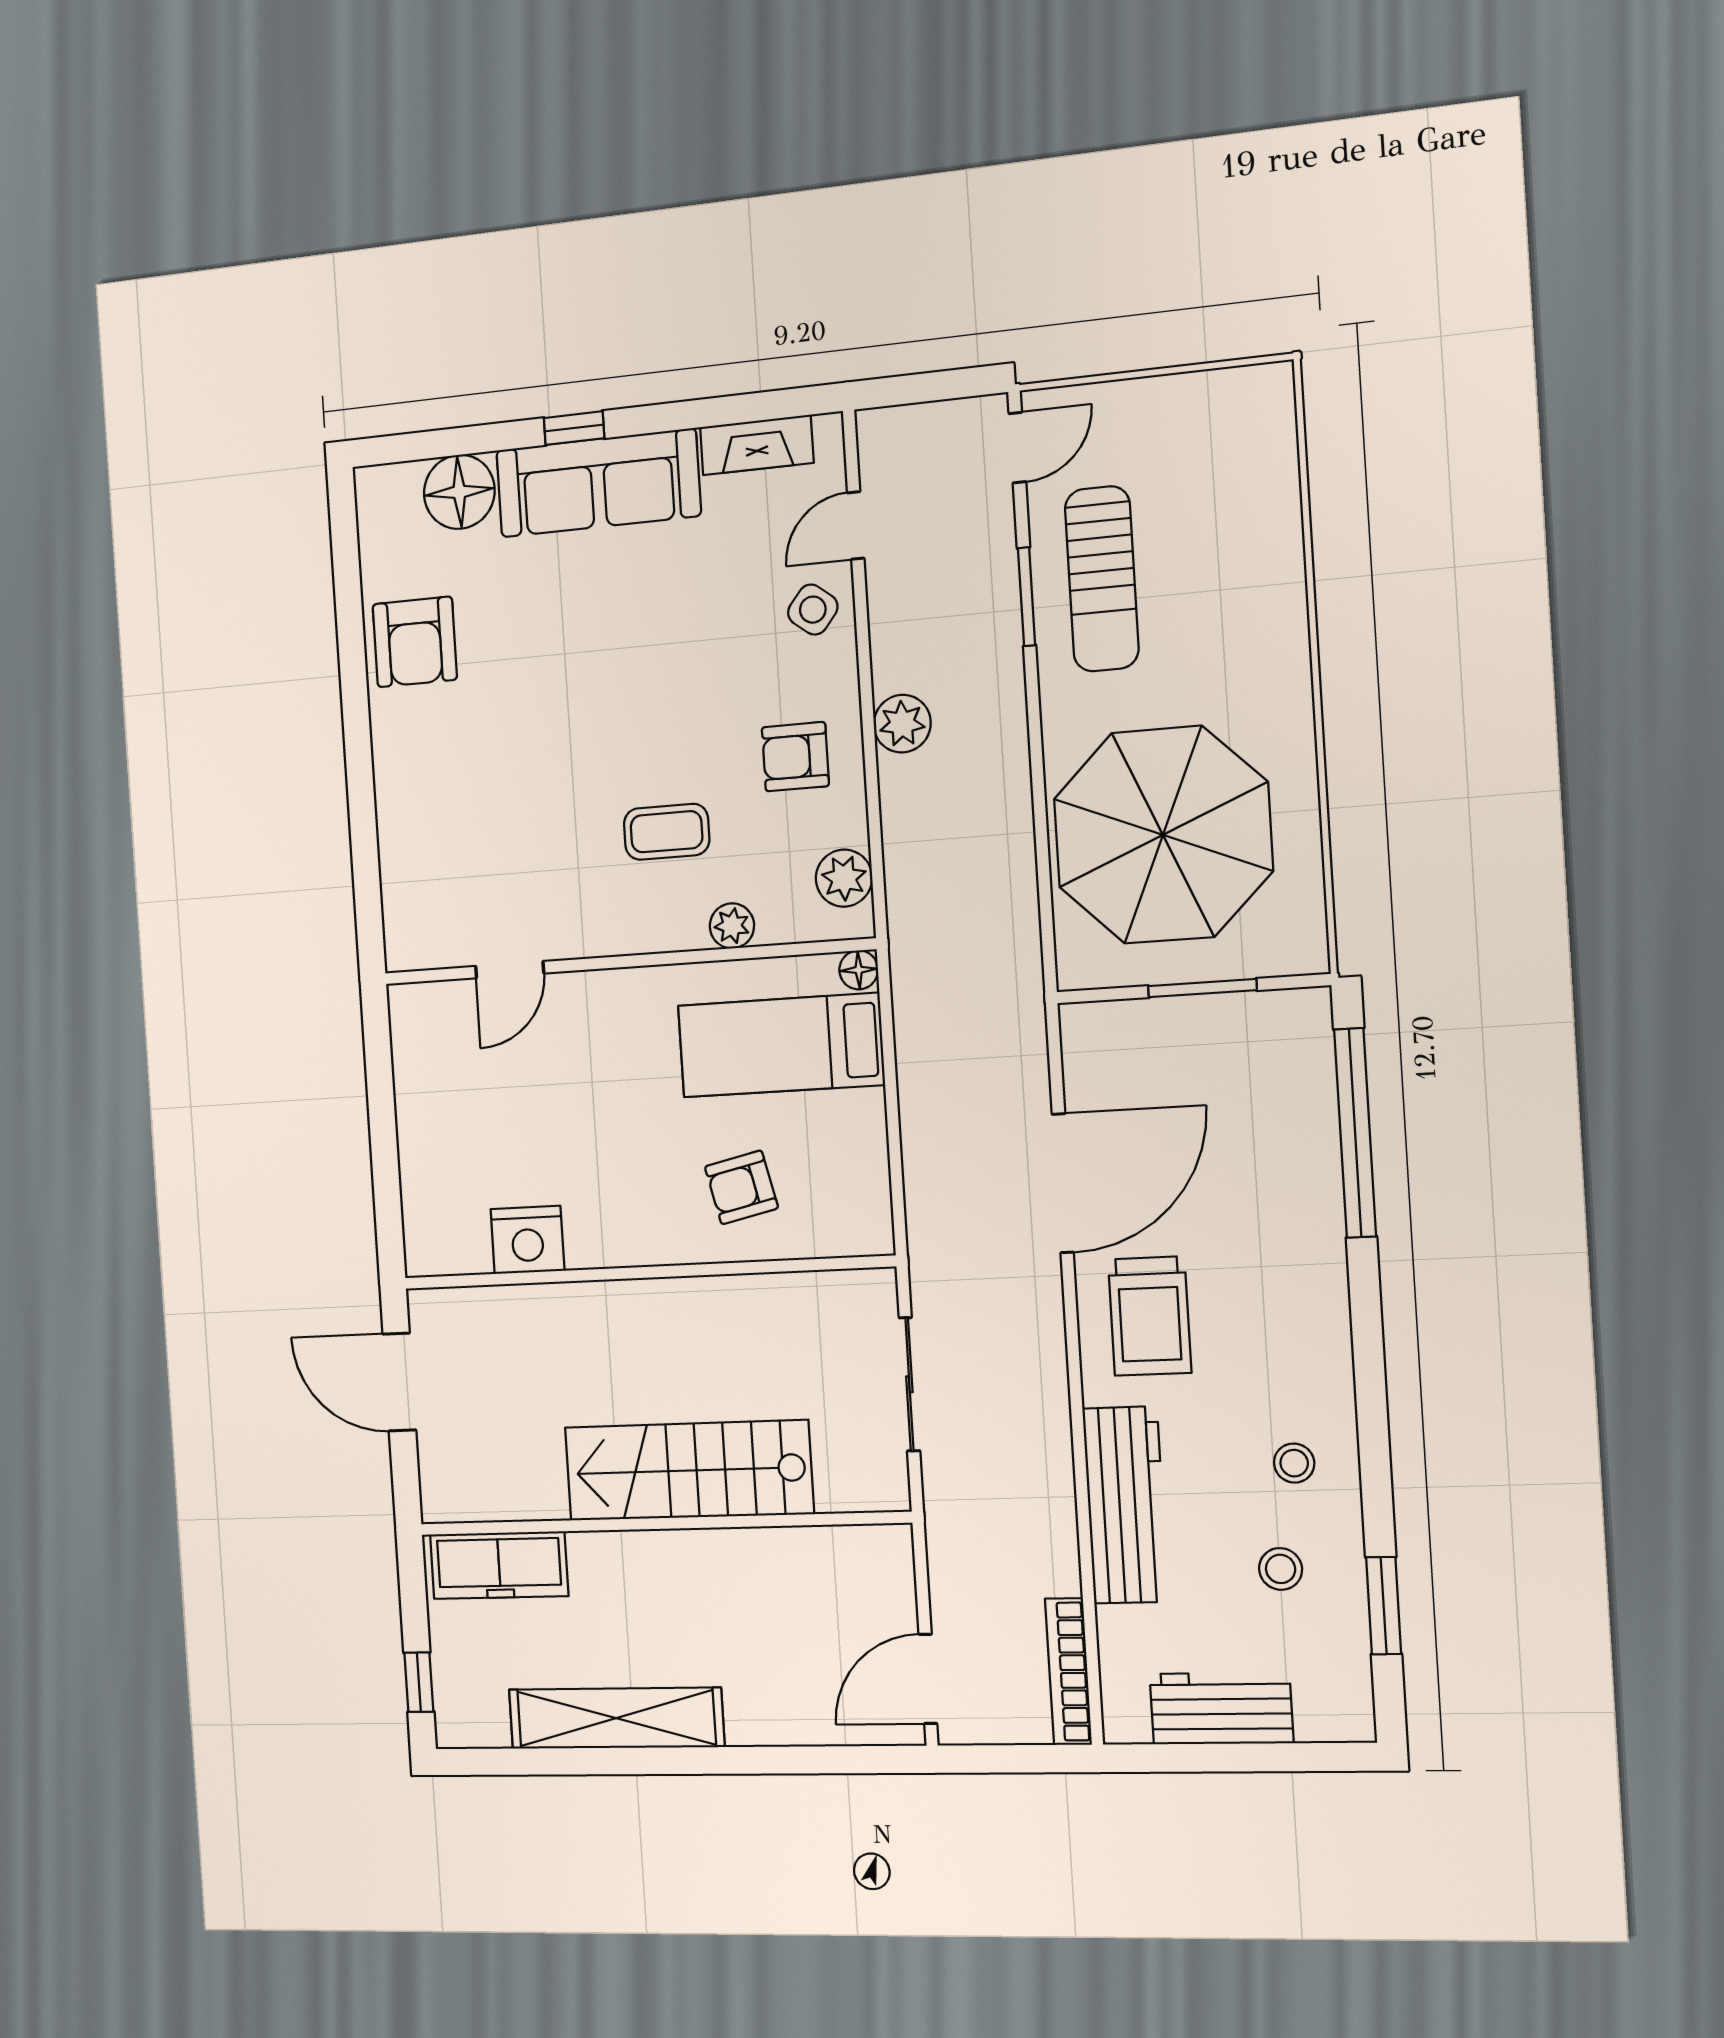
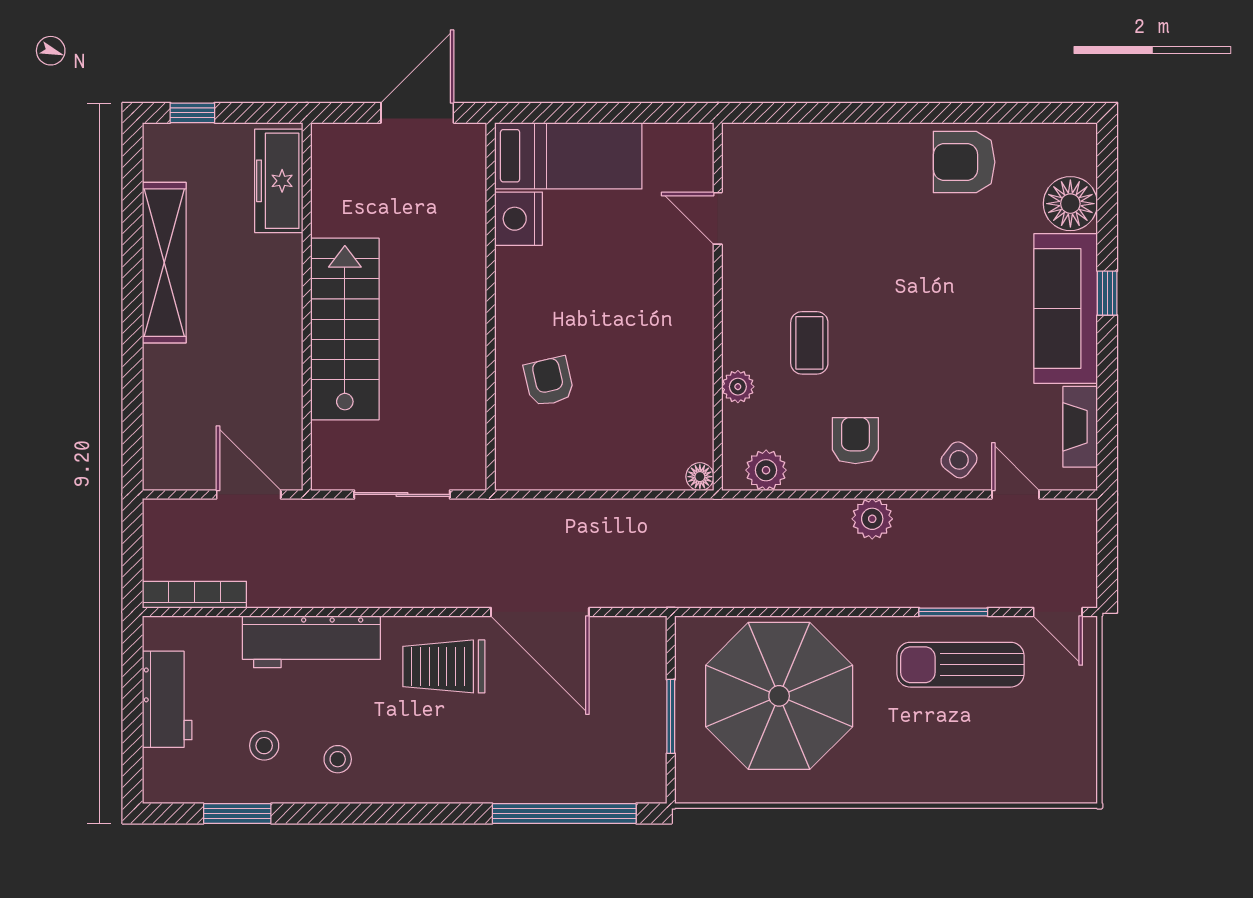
bed: (781, 1045) -> (568, 156), moved, turned 90
door: (928, 1679) -> (249, 494), moved

